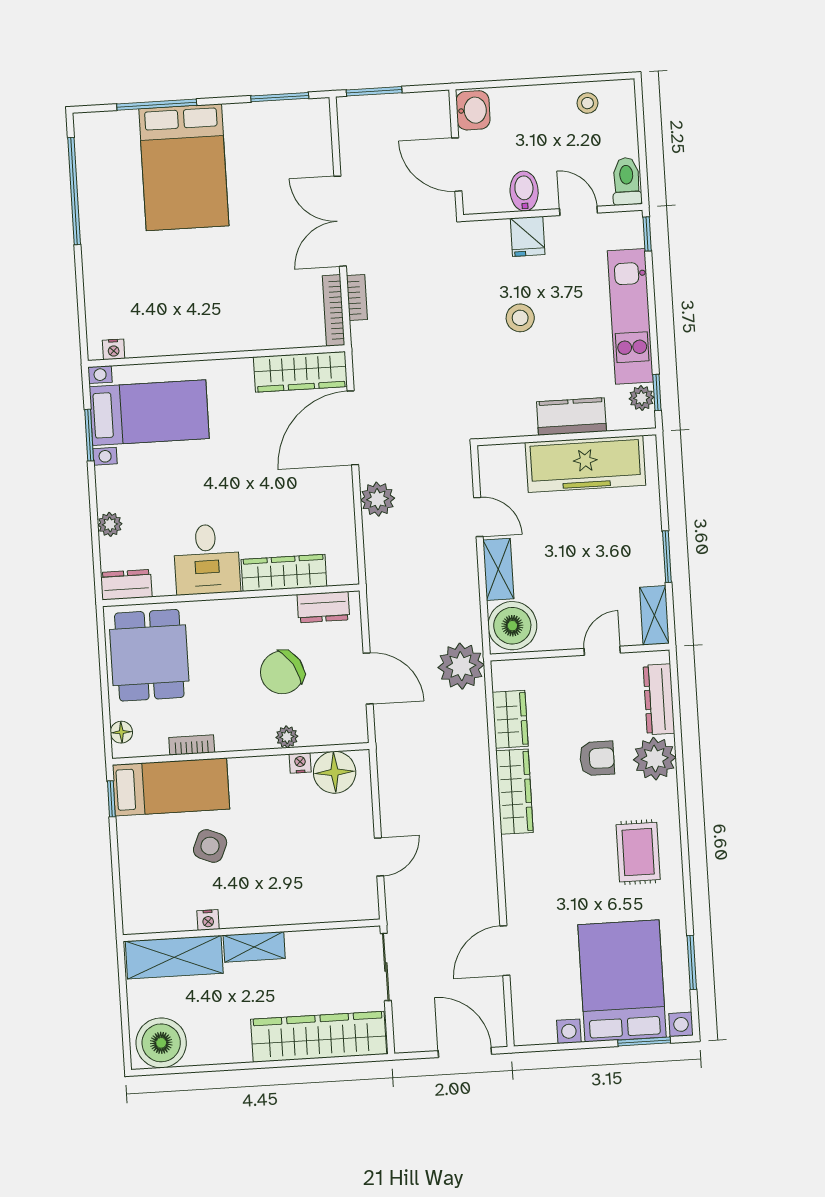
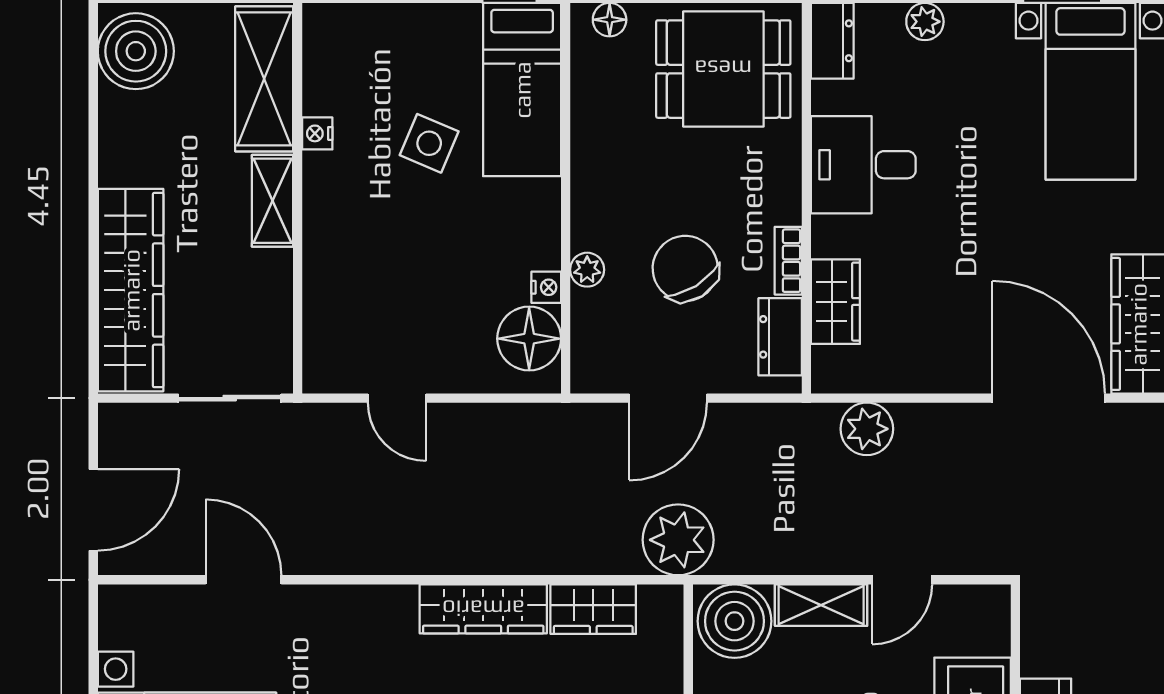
plant: (378, 499) -> (867, 429), moved
wardrobe: (284, 573) -> (835, 302), width x0.67
bookcase: (192, 745) -> (788, 261), moved, turned 180

